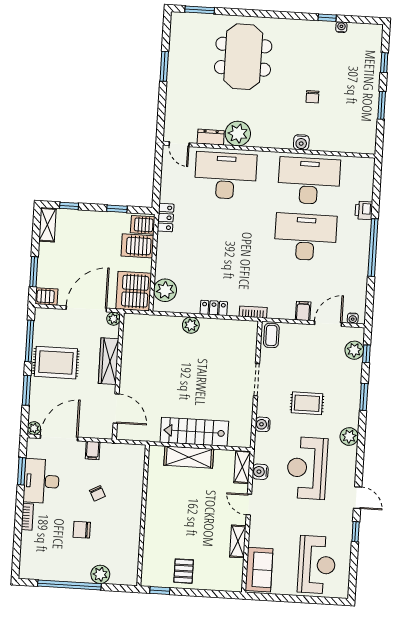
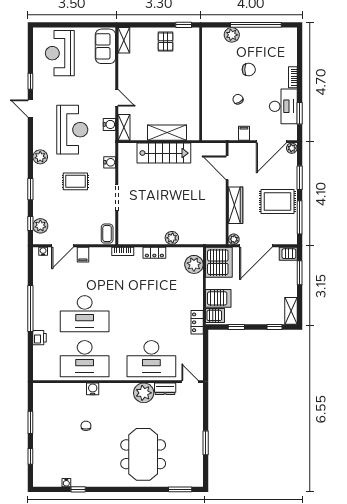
shelving: (238, 541) -> (124, 40), moved

